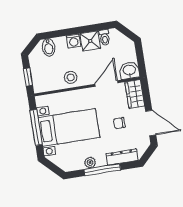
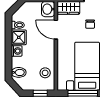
stool: (71, 77) -> (45, 73), moved

